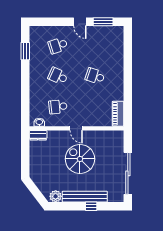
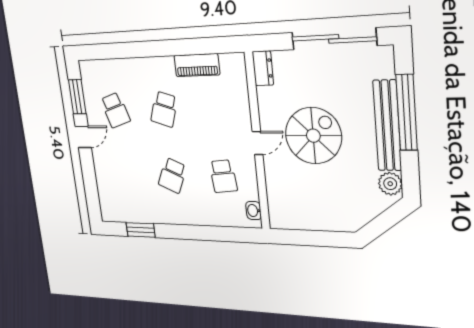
school desk: (58, 45) -> (115, 110), moved
piano: (118, 114) -> (197, 65), moved
dresser: (38, 135) -> (263, 68), moved
spiral stairs: (80, 159) -> (313, 136), turned 180
window: (91, 206) -> (407, 112), width x3.17

